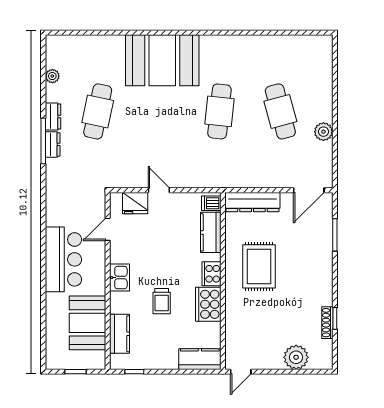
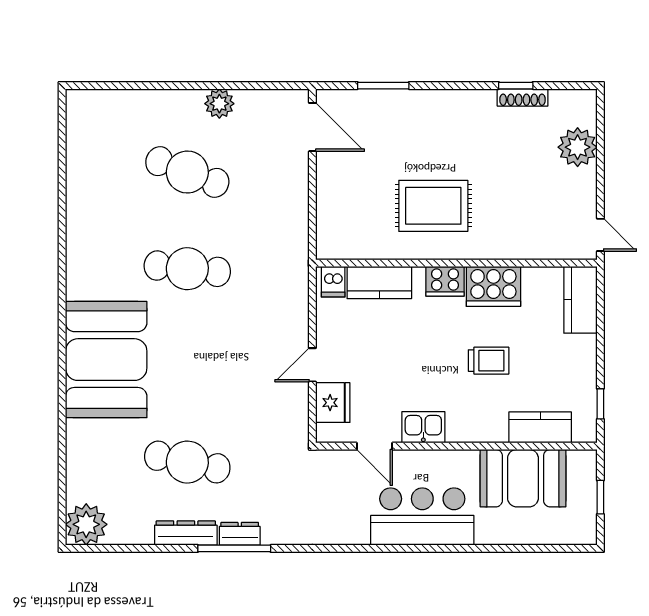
plant: (52, 76) -> (86, 524), moved, width x1.88, depth x1.88
cafe table: (280, 111) -> (187, 172), turned 36
dresser: (53, 117) -> (186, 533), width x1.44
dresser: (252, 202) -> (331, 216), removed
kitchen sink: (120, 278) -> (423, 427), moved

